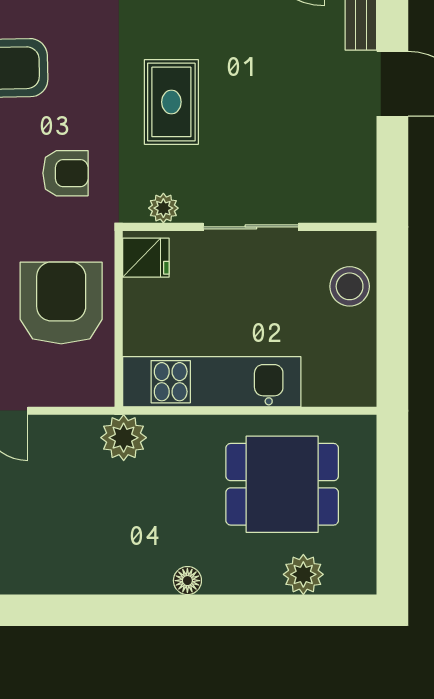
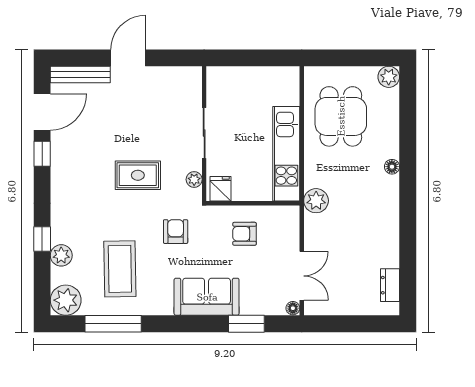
stool: (350, 286) -> (236, 81), removed
armchair: (61, 303) -> (245, 234), width x0.53, depth x0.53
plant: (303, 574) -> (389, 77), moved

